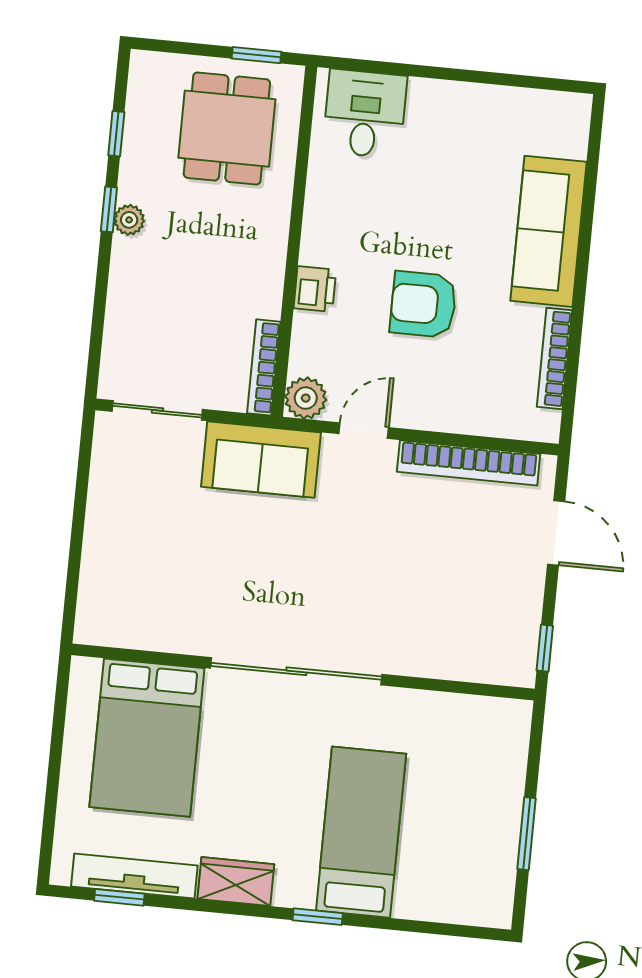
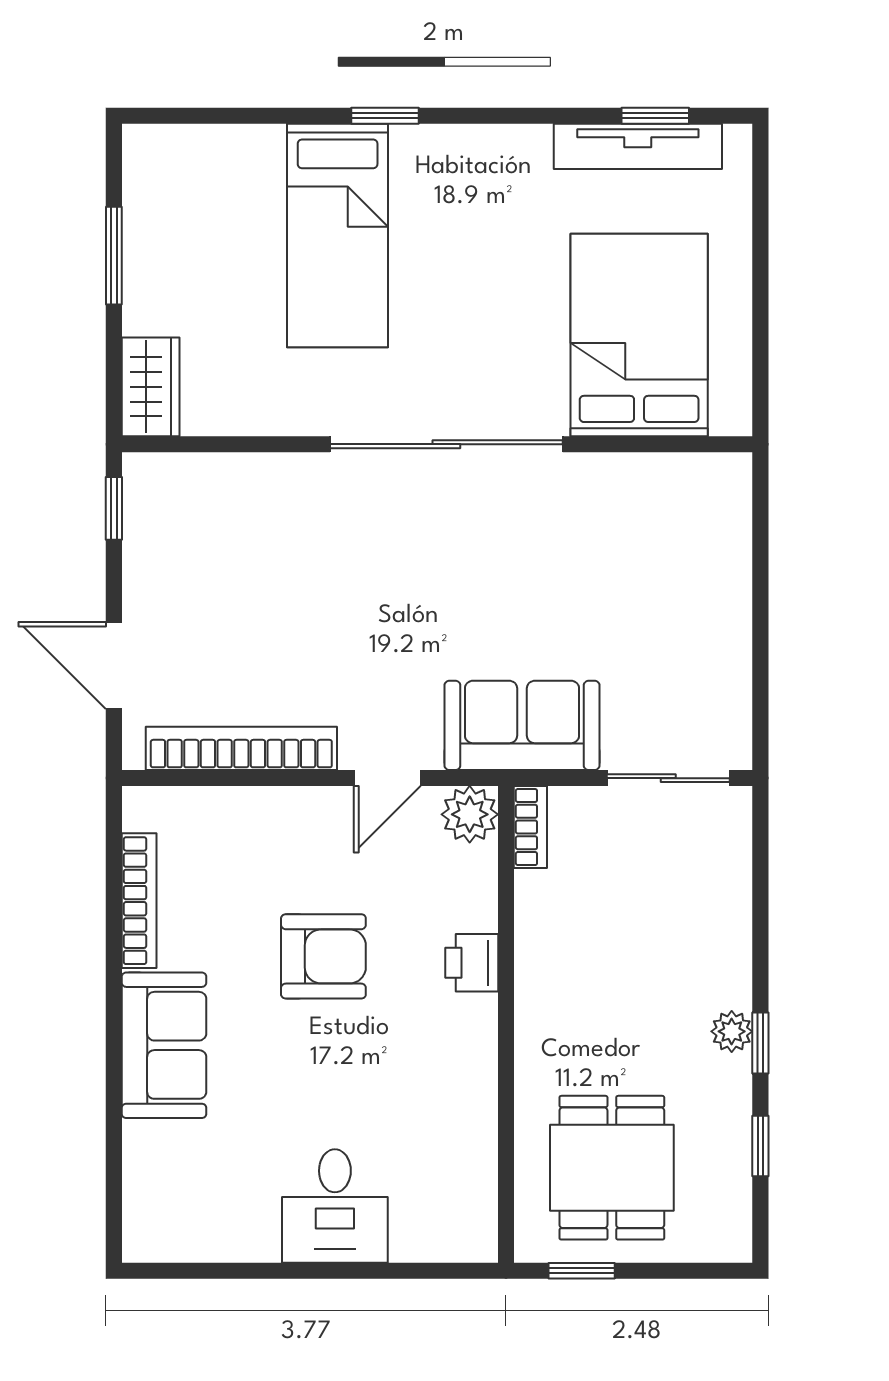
desk: (365, 114) -> (335, 1206), moved
sofa: (549, 231) -> (164, 1045), width x0.73
bookcase: (264, 367) -> (530, 827), width x0.64
wardrobe: (236, 882) -> (151, 387), moved, turned -90

